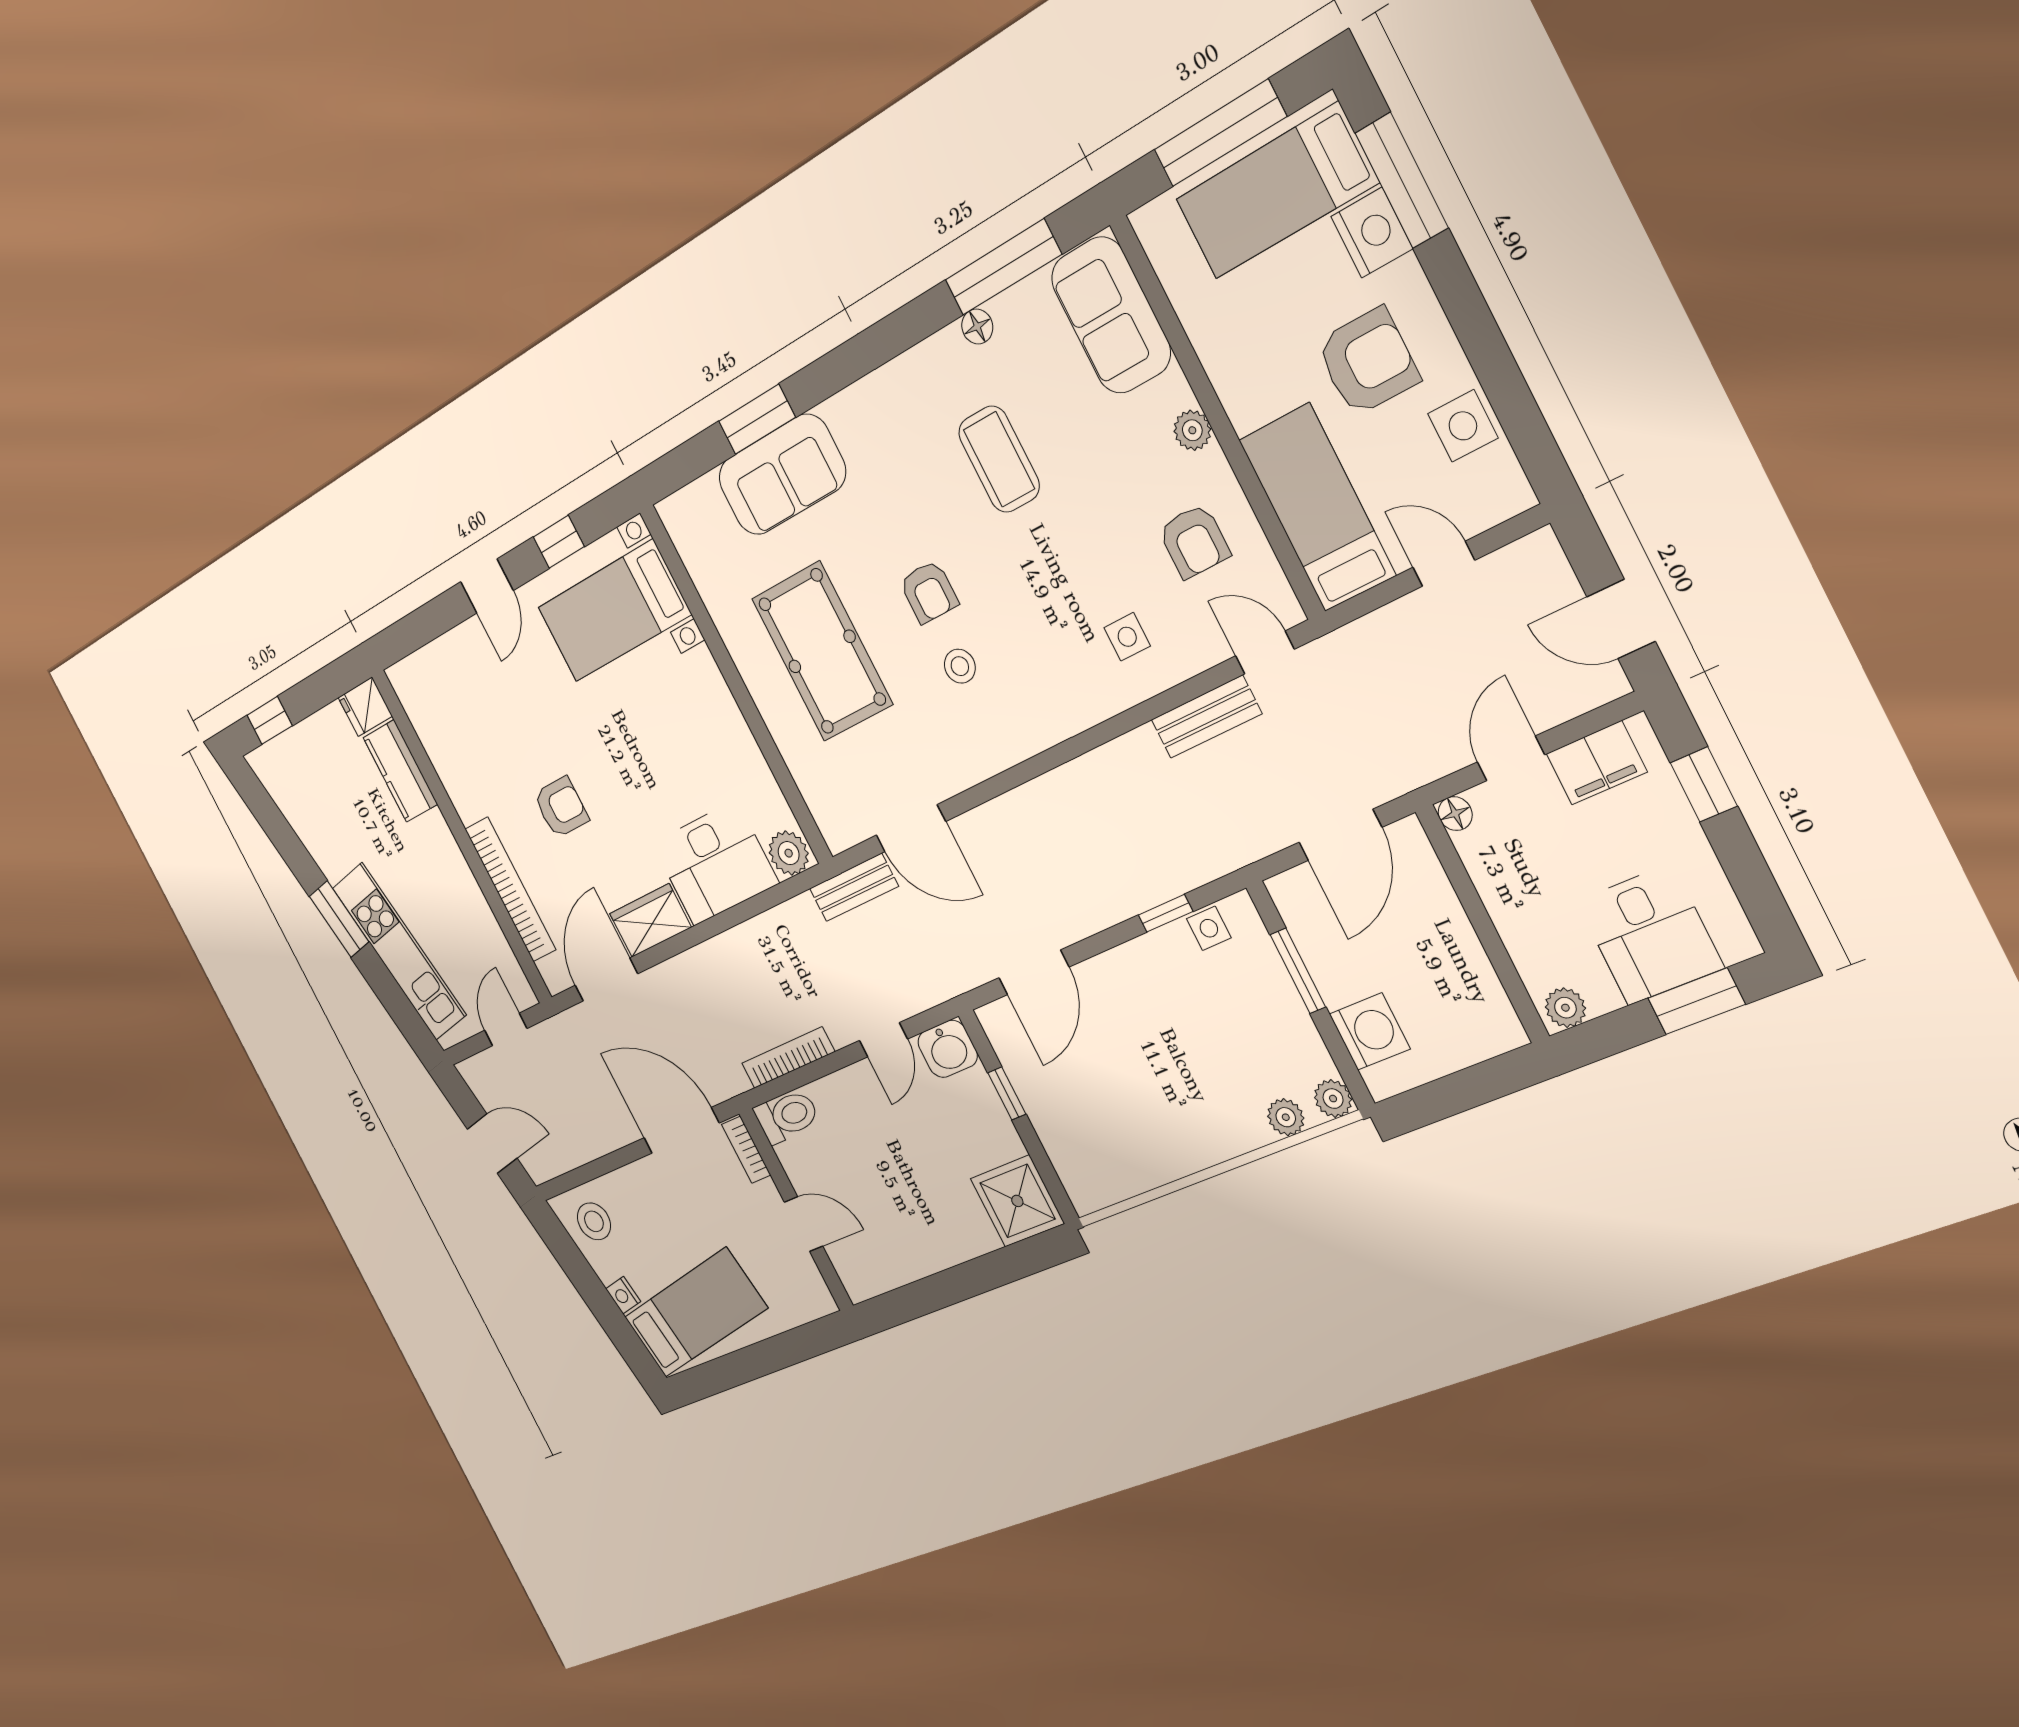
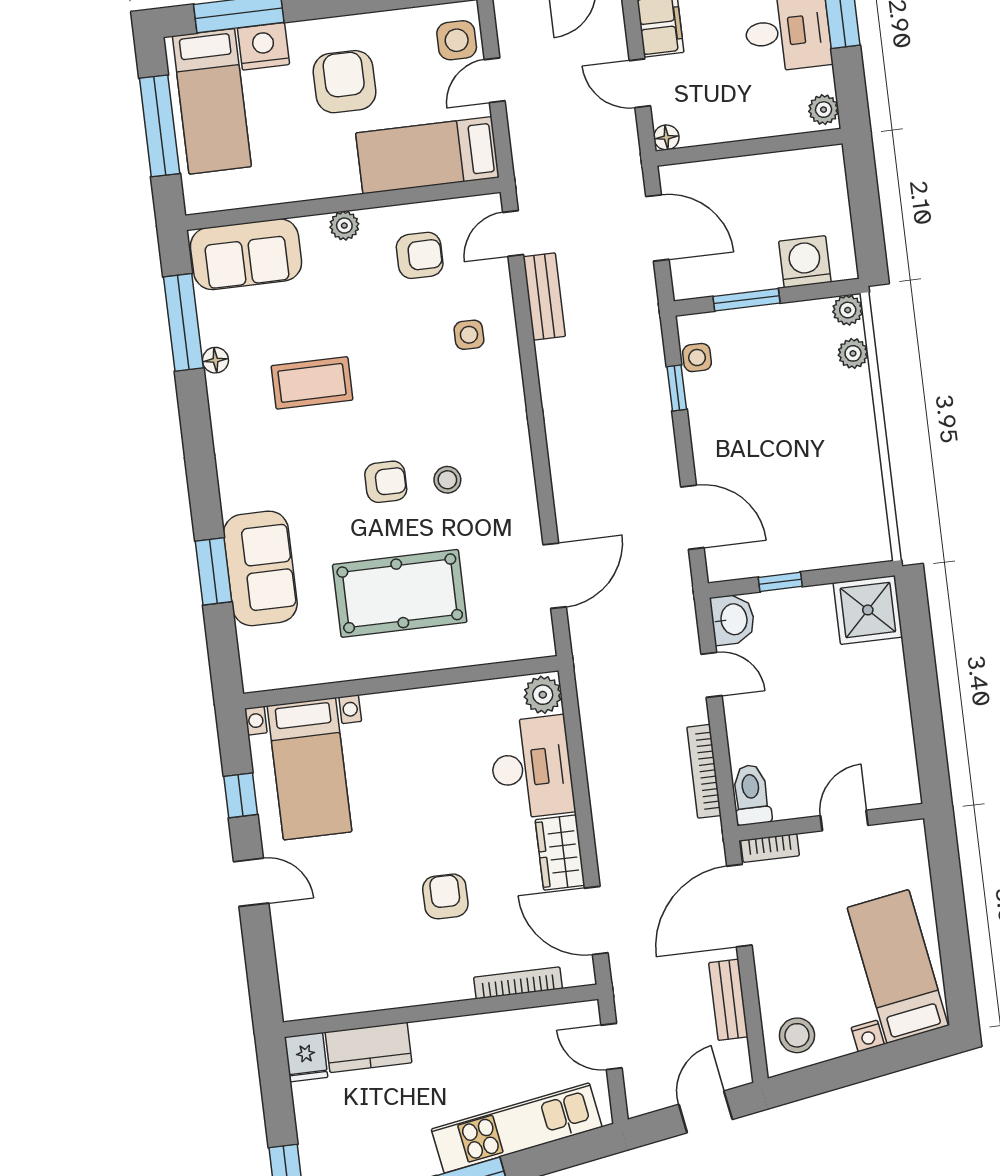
side table: (1463, 426) -> (457, 40), moved
bench: (854, 887) -> (728, 1000), moved
bookcase: (510, 889) -> (518, 983), width x0.68, depth x0.76

